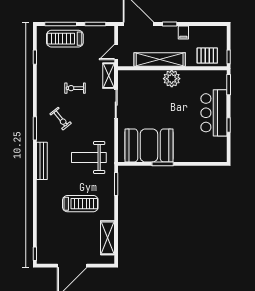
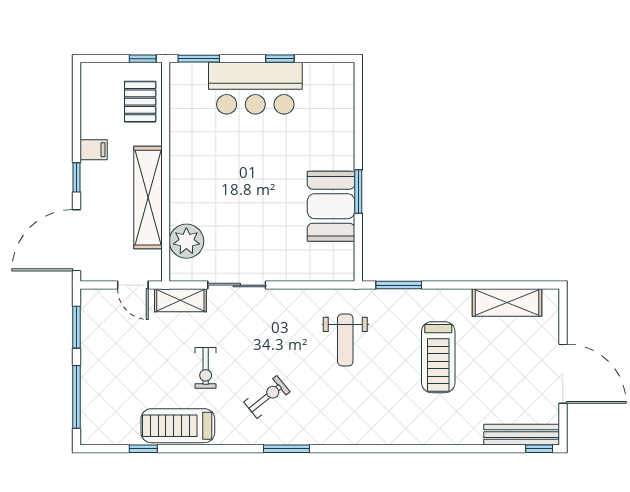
treadmill: (65, 39) -> (178, 426), moved, turned 90
plant: (172, 79) -> (186, 241), moved
booth: (149, 145) -> (331, 206), width x0.73, depth x0.70
weight bench: (89, 158) -> (345, 340), width x0.73, depth x0.75
bench: (42, 161) -> (522, 435), moved
treadmill: (80, 204) -> (438, 357), turned 180

